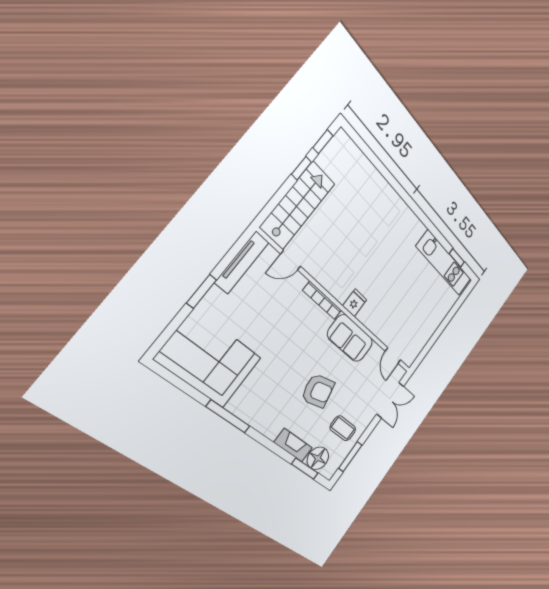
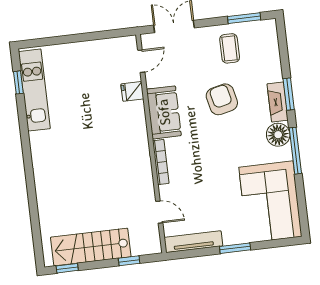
window: (301, 168) -> (129, 261), moved
stairs: (298, 205) -> (91, 247), moved
fridge: (355, 303) -> (132, 91), moved
fireplace: (293, 445) -> (278, 102), moved
floor lamp: (318, 458) -> (278, 135), moved
window: (305, 469) -> (289, 94), moved

